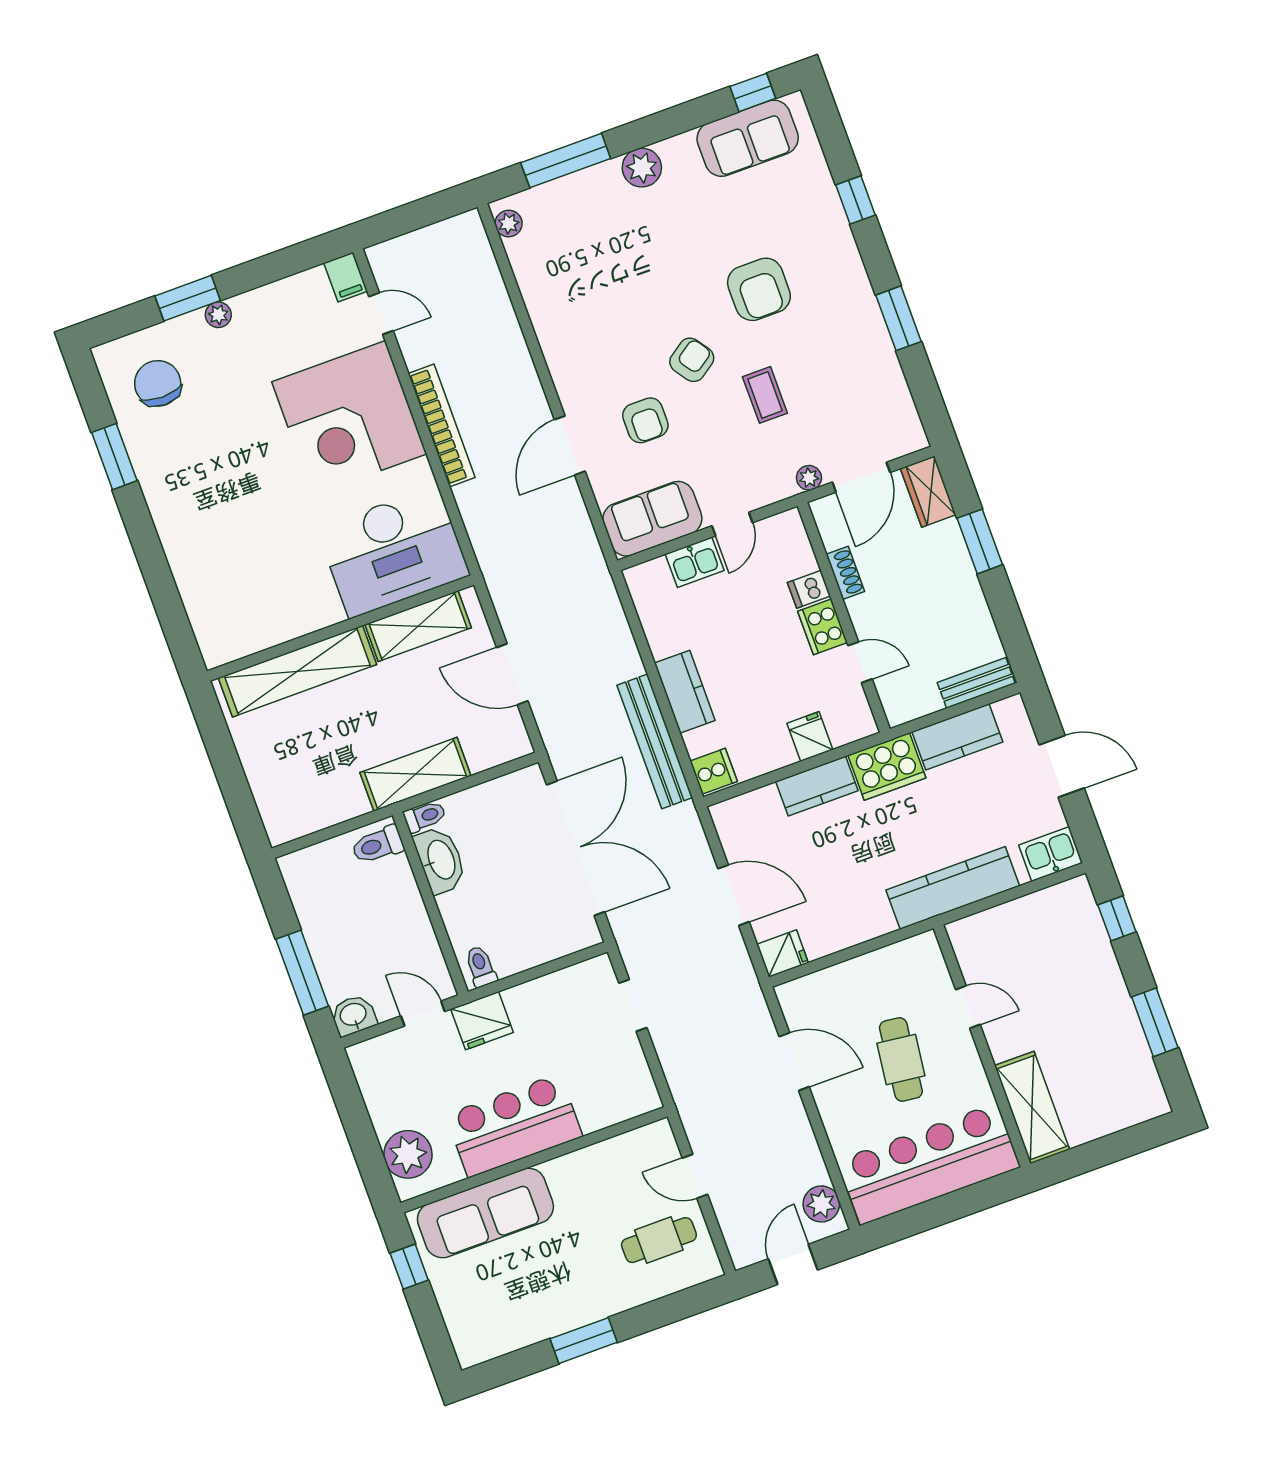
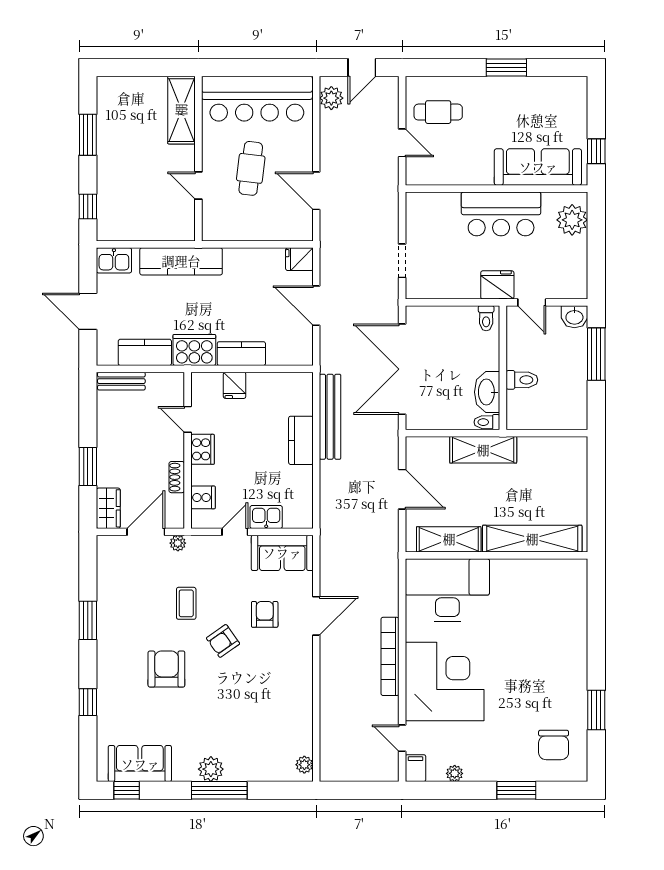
window: (566, 161) -> (219, 790), moved
plant: (218, 315) -> (455, 773), moved
dishwasher: (809, 589) -> (202, 475), removed
cooker: (714, 771) -> (203, 497), moved, turned 180
toilet: (378, 845) -> (522, 380), moved

